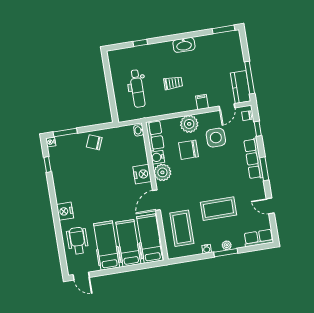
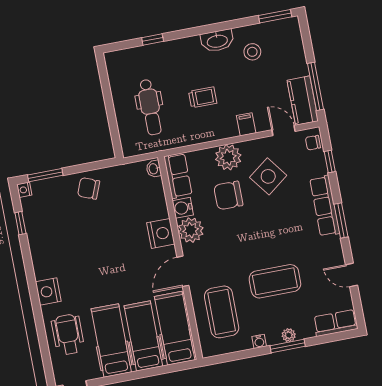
stool: (207, 53) -> (252, 52), added
door: (227, 107) -> (283, 131), swing flipped
side table: (216, 138) -> (268, 176), turned -37

